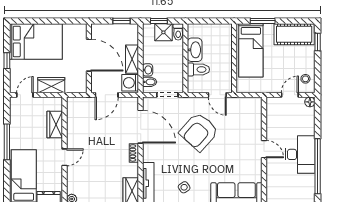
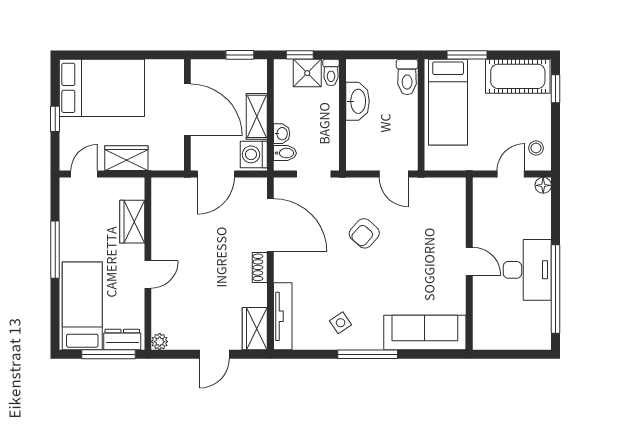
toilet: (198, 69) -> (407, 77), moved, turned 90
armchair: (199, 132) -> (364, 233), width x0.53, depth x0.53

